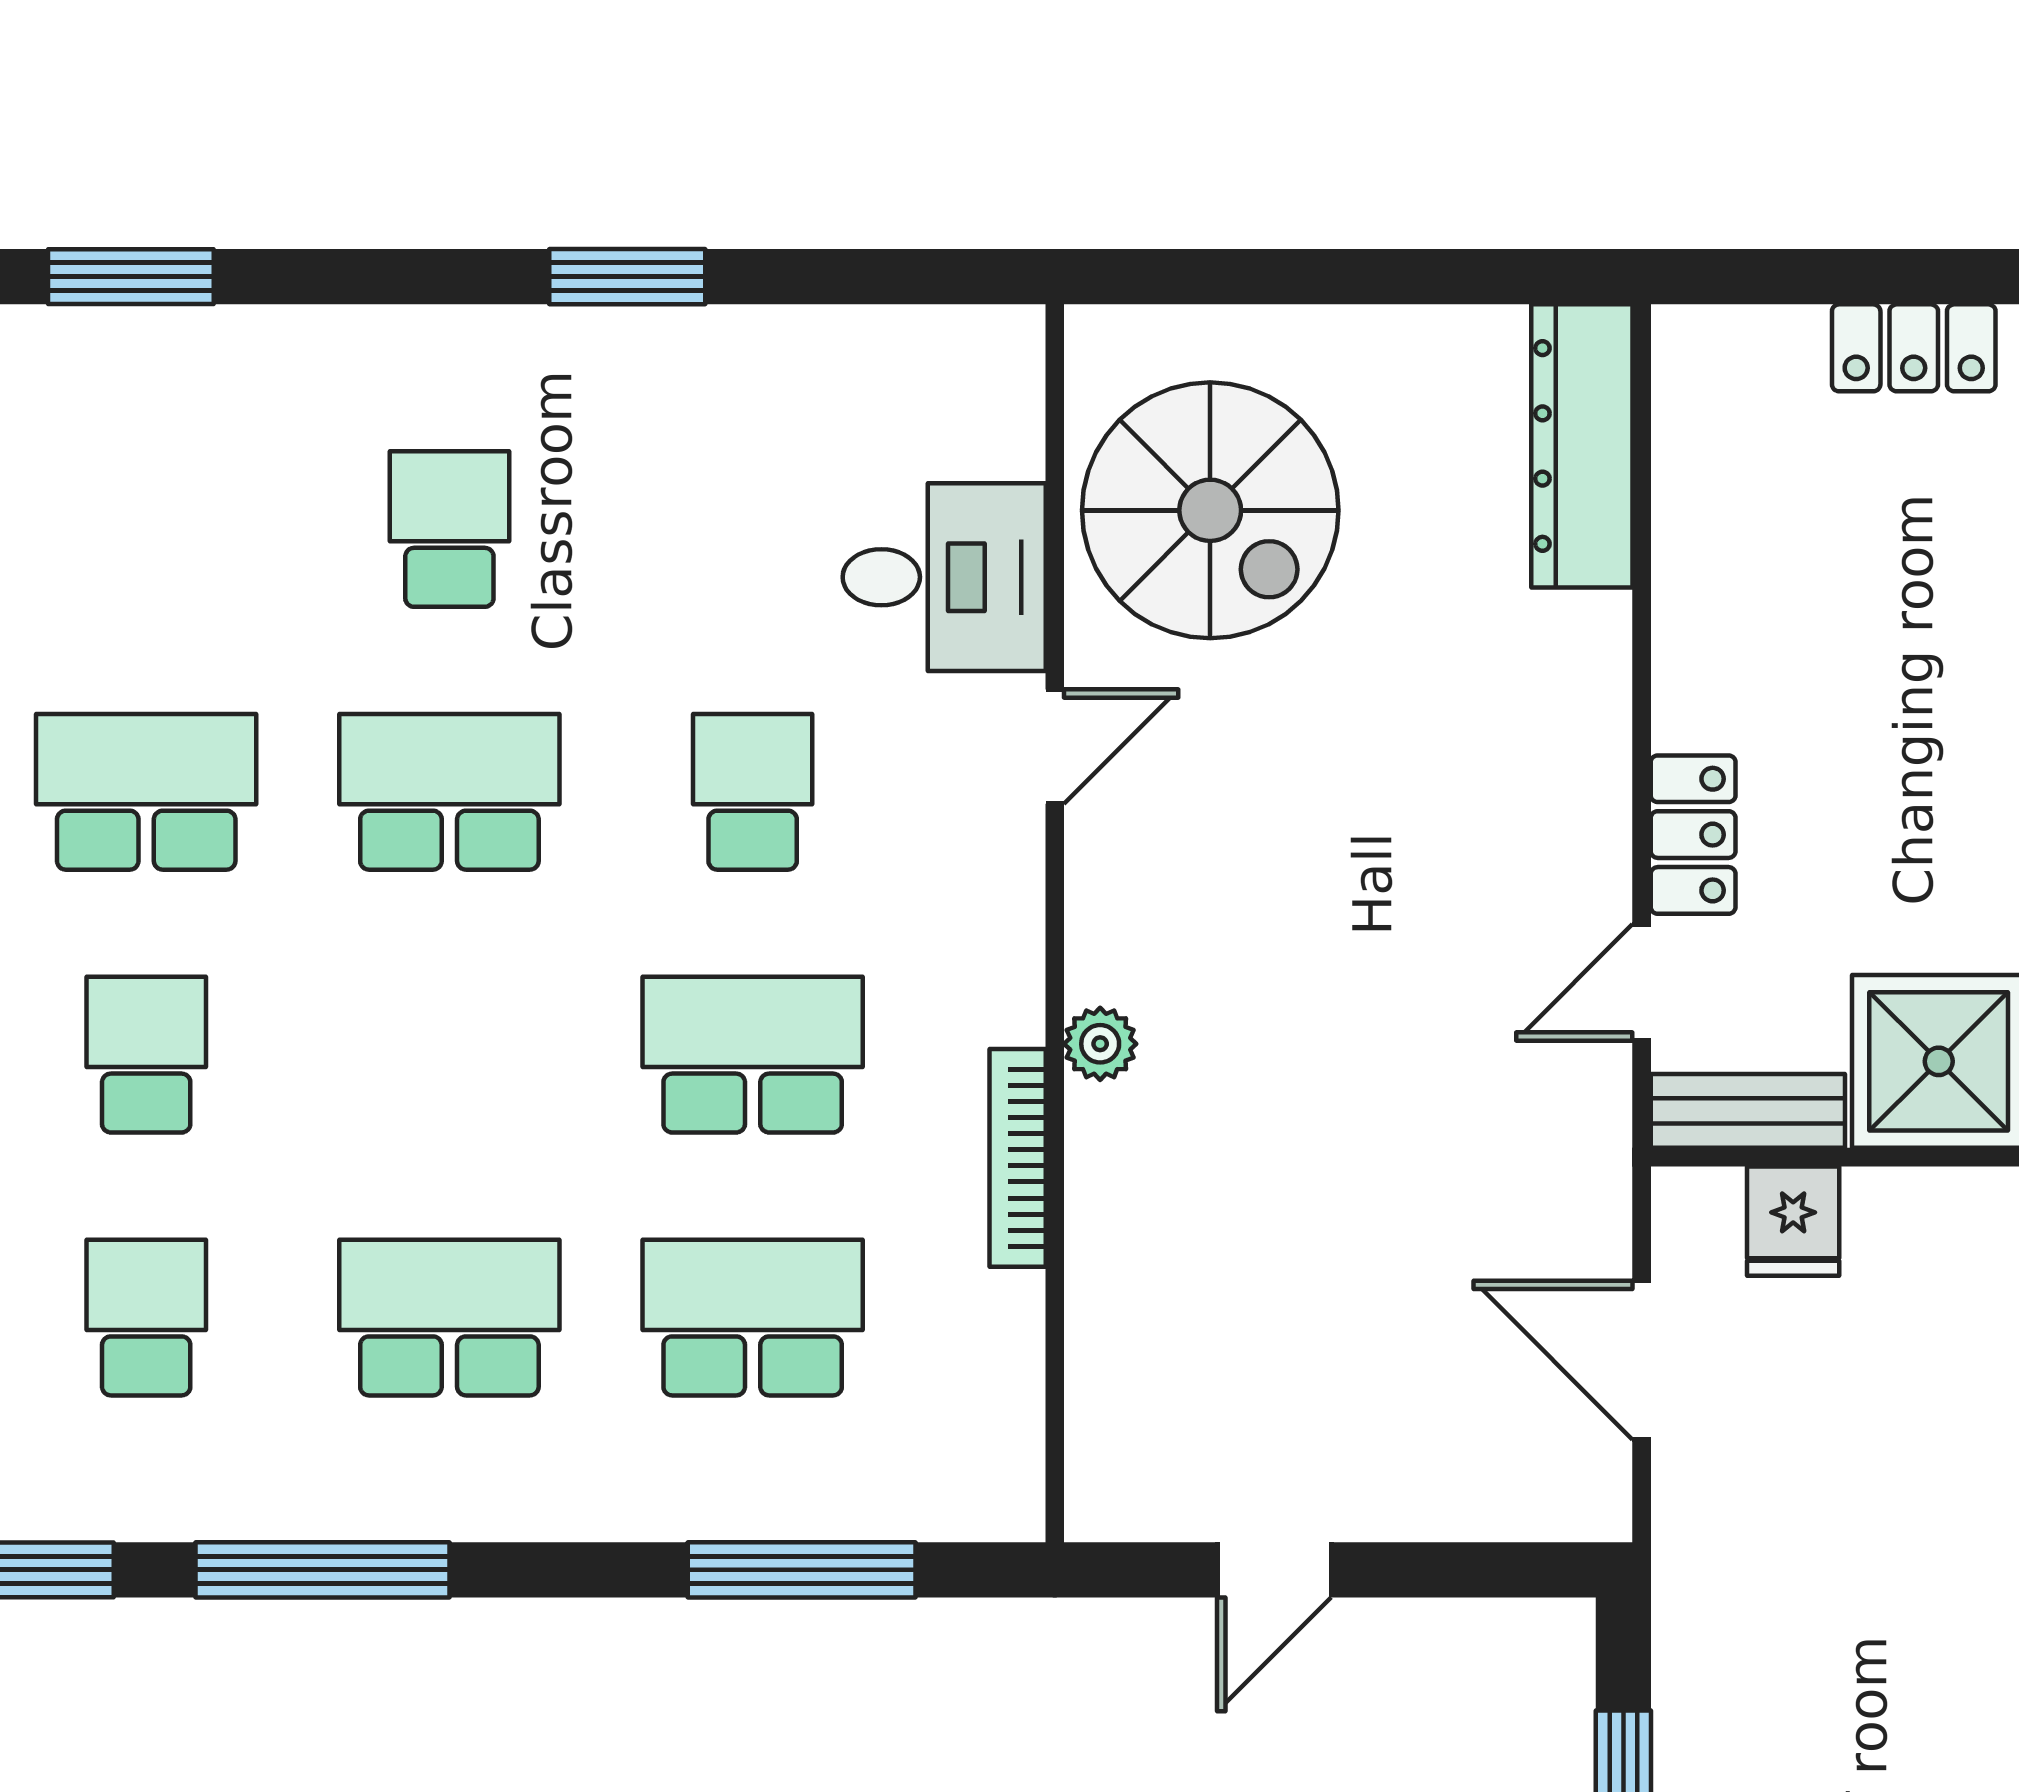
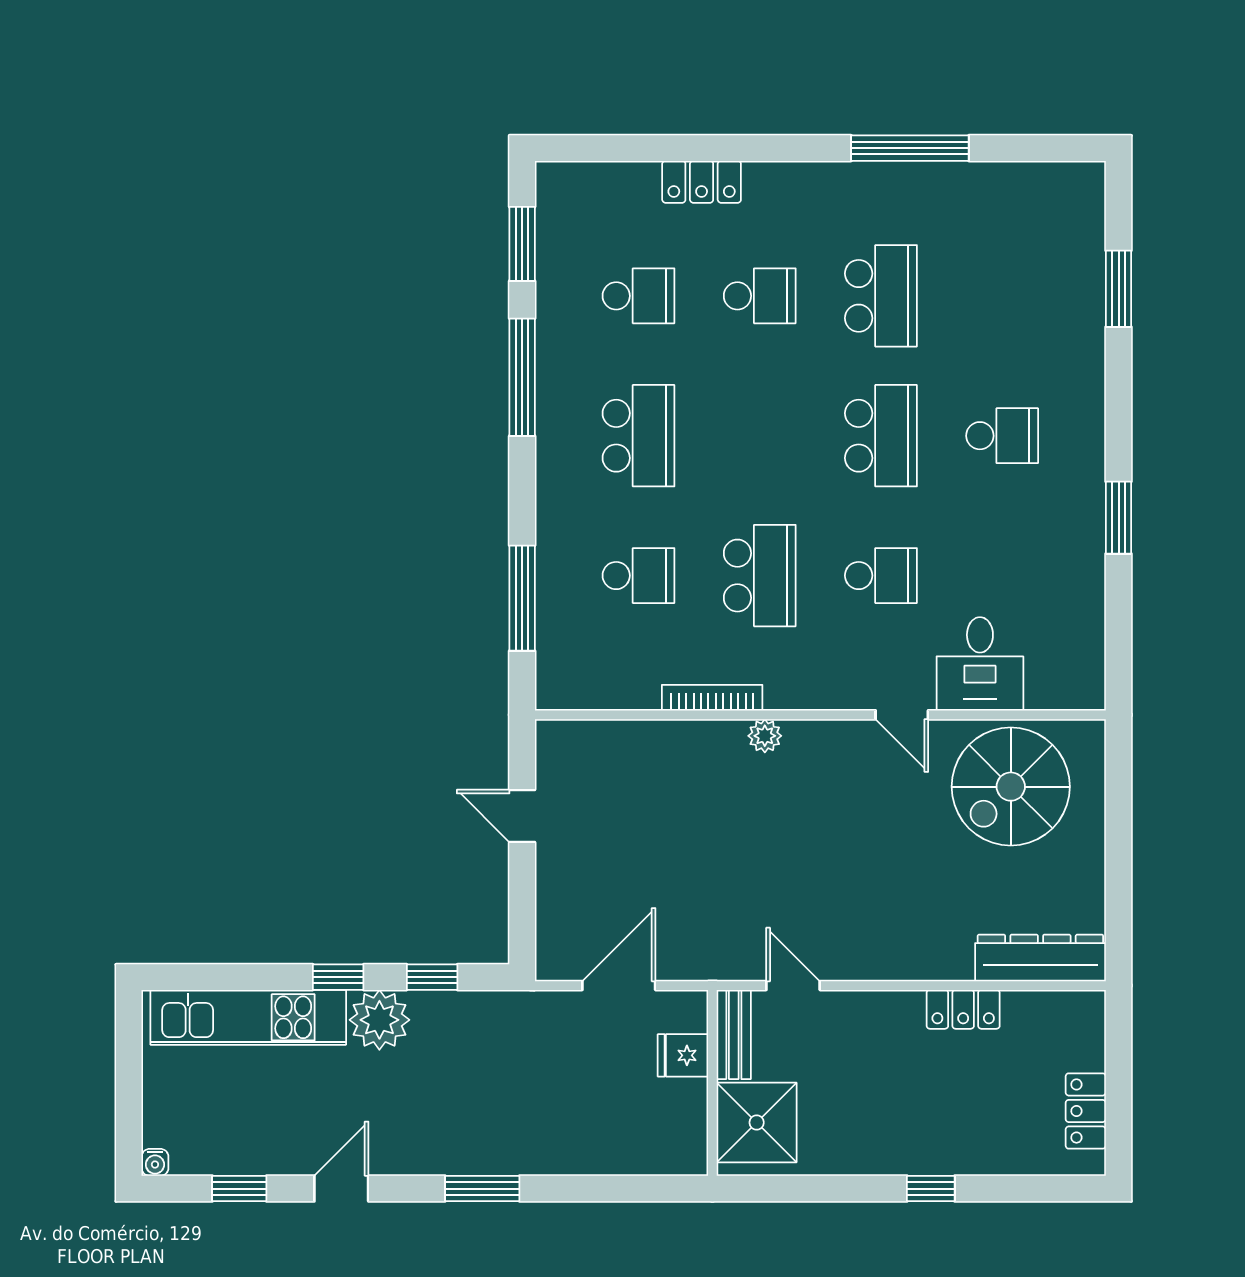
locker: (1693, 835) -> (963, 1009), moved
school desk: (753, 1318) -> (638, 576), width x0.54

